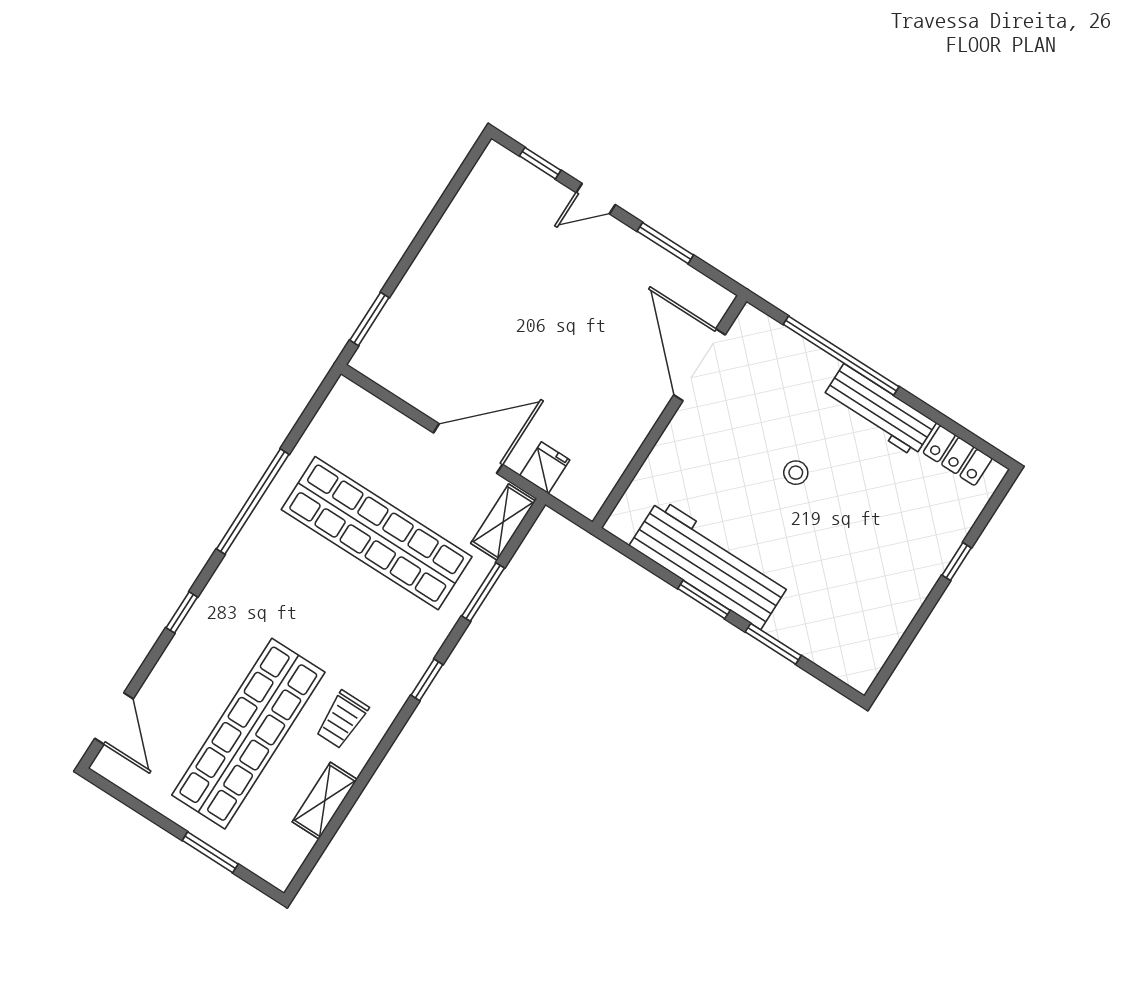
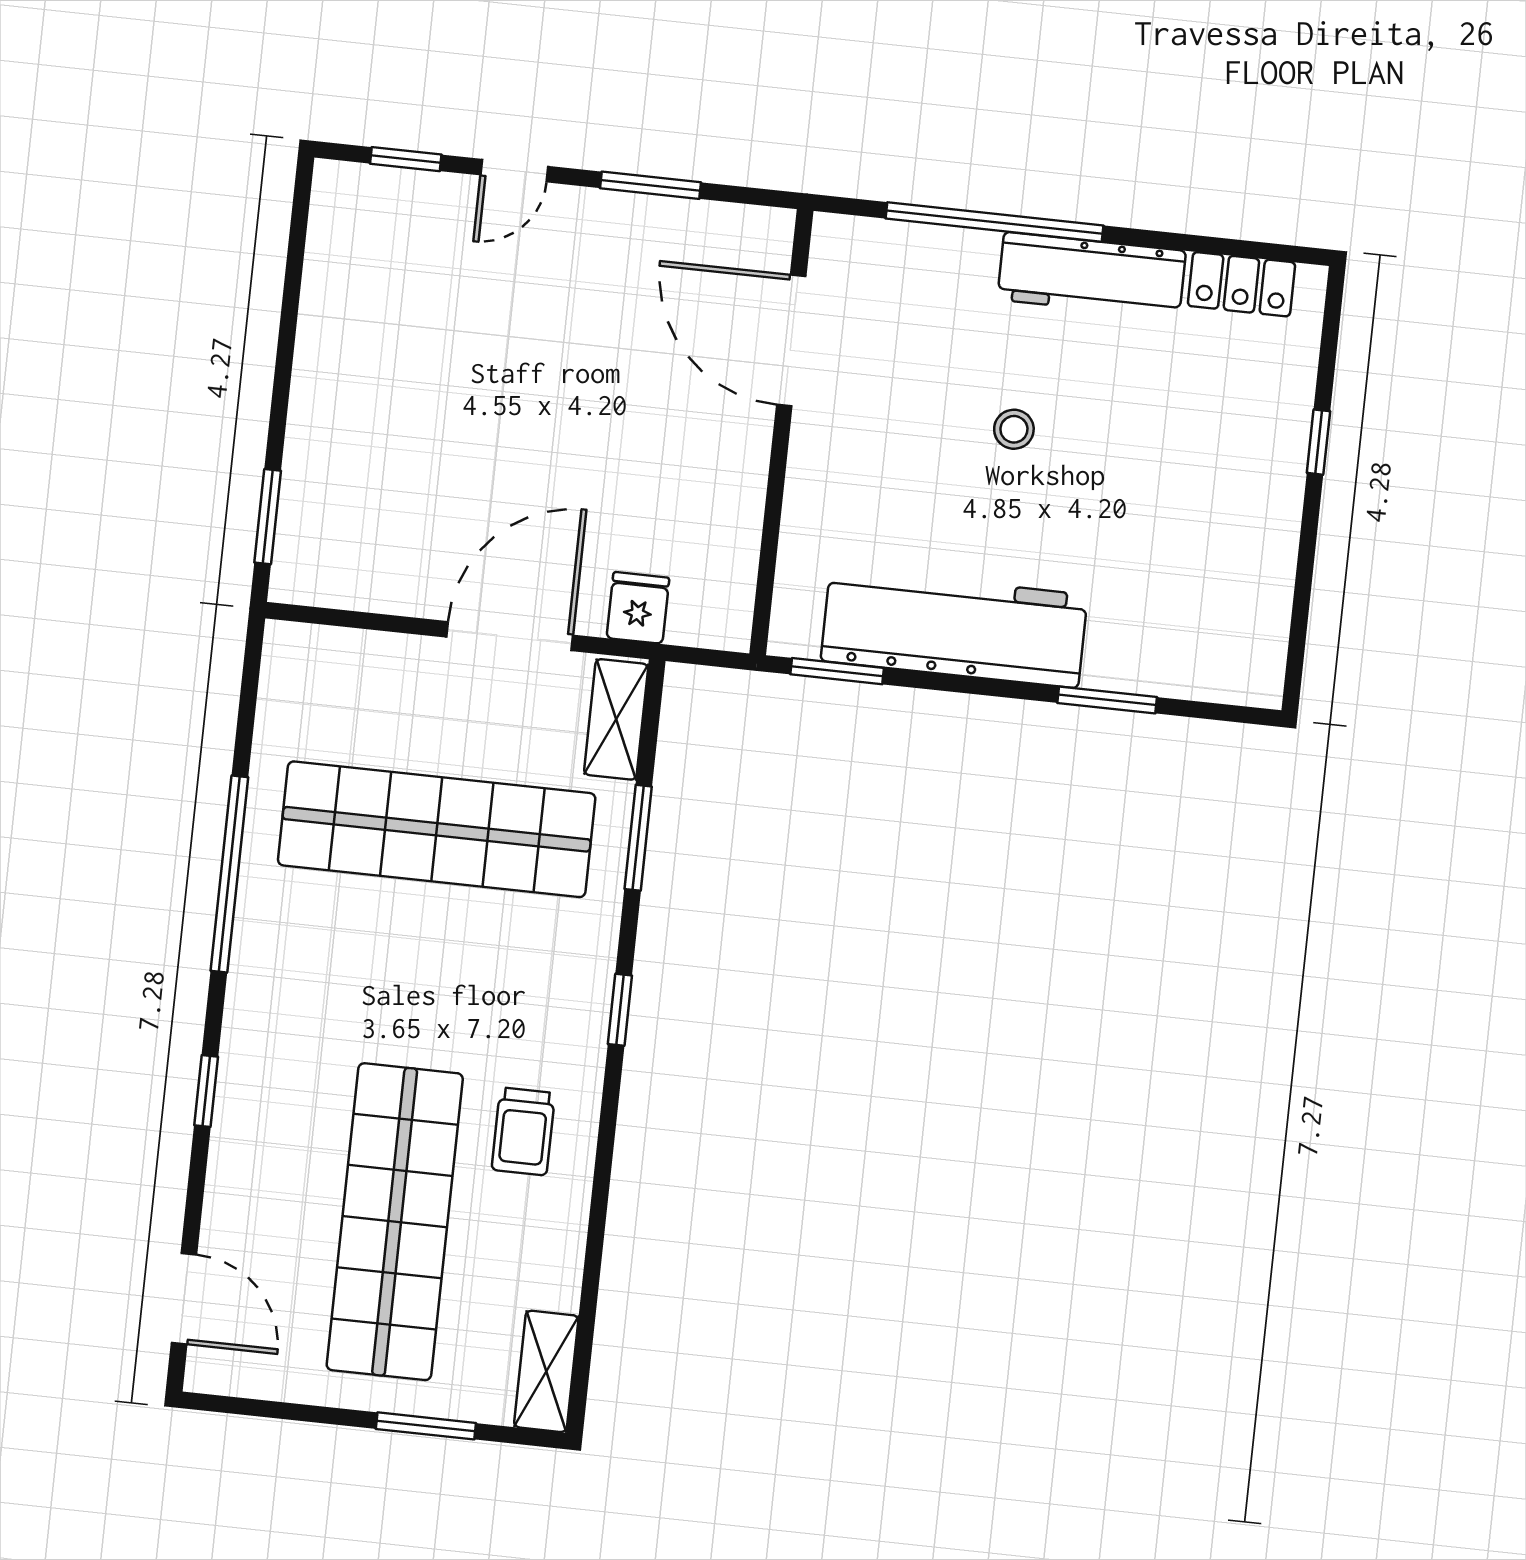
window: (704, 599) -> (837, 671), moved
shelving: (325, 801) -> (546, 1371), moved

